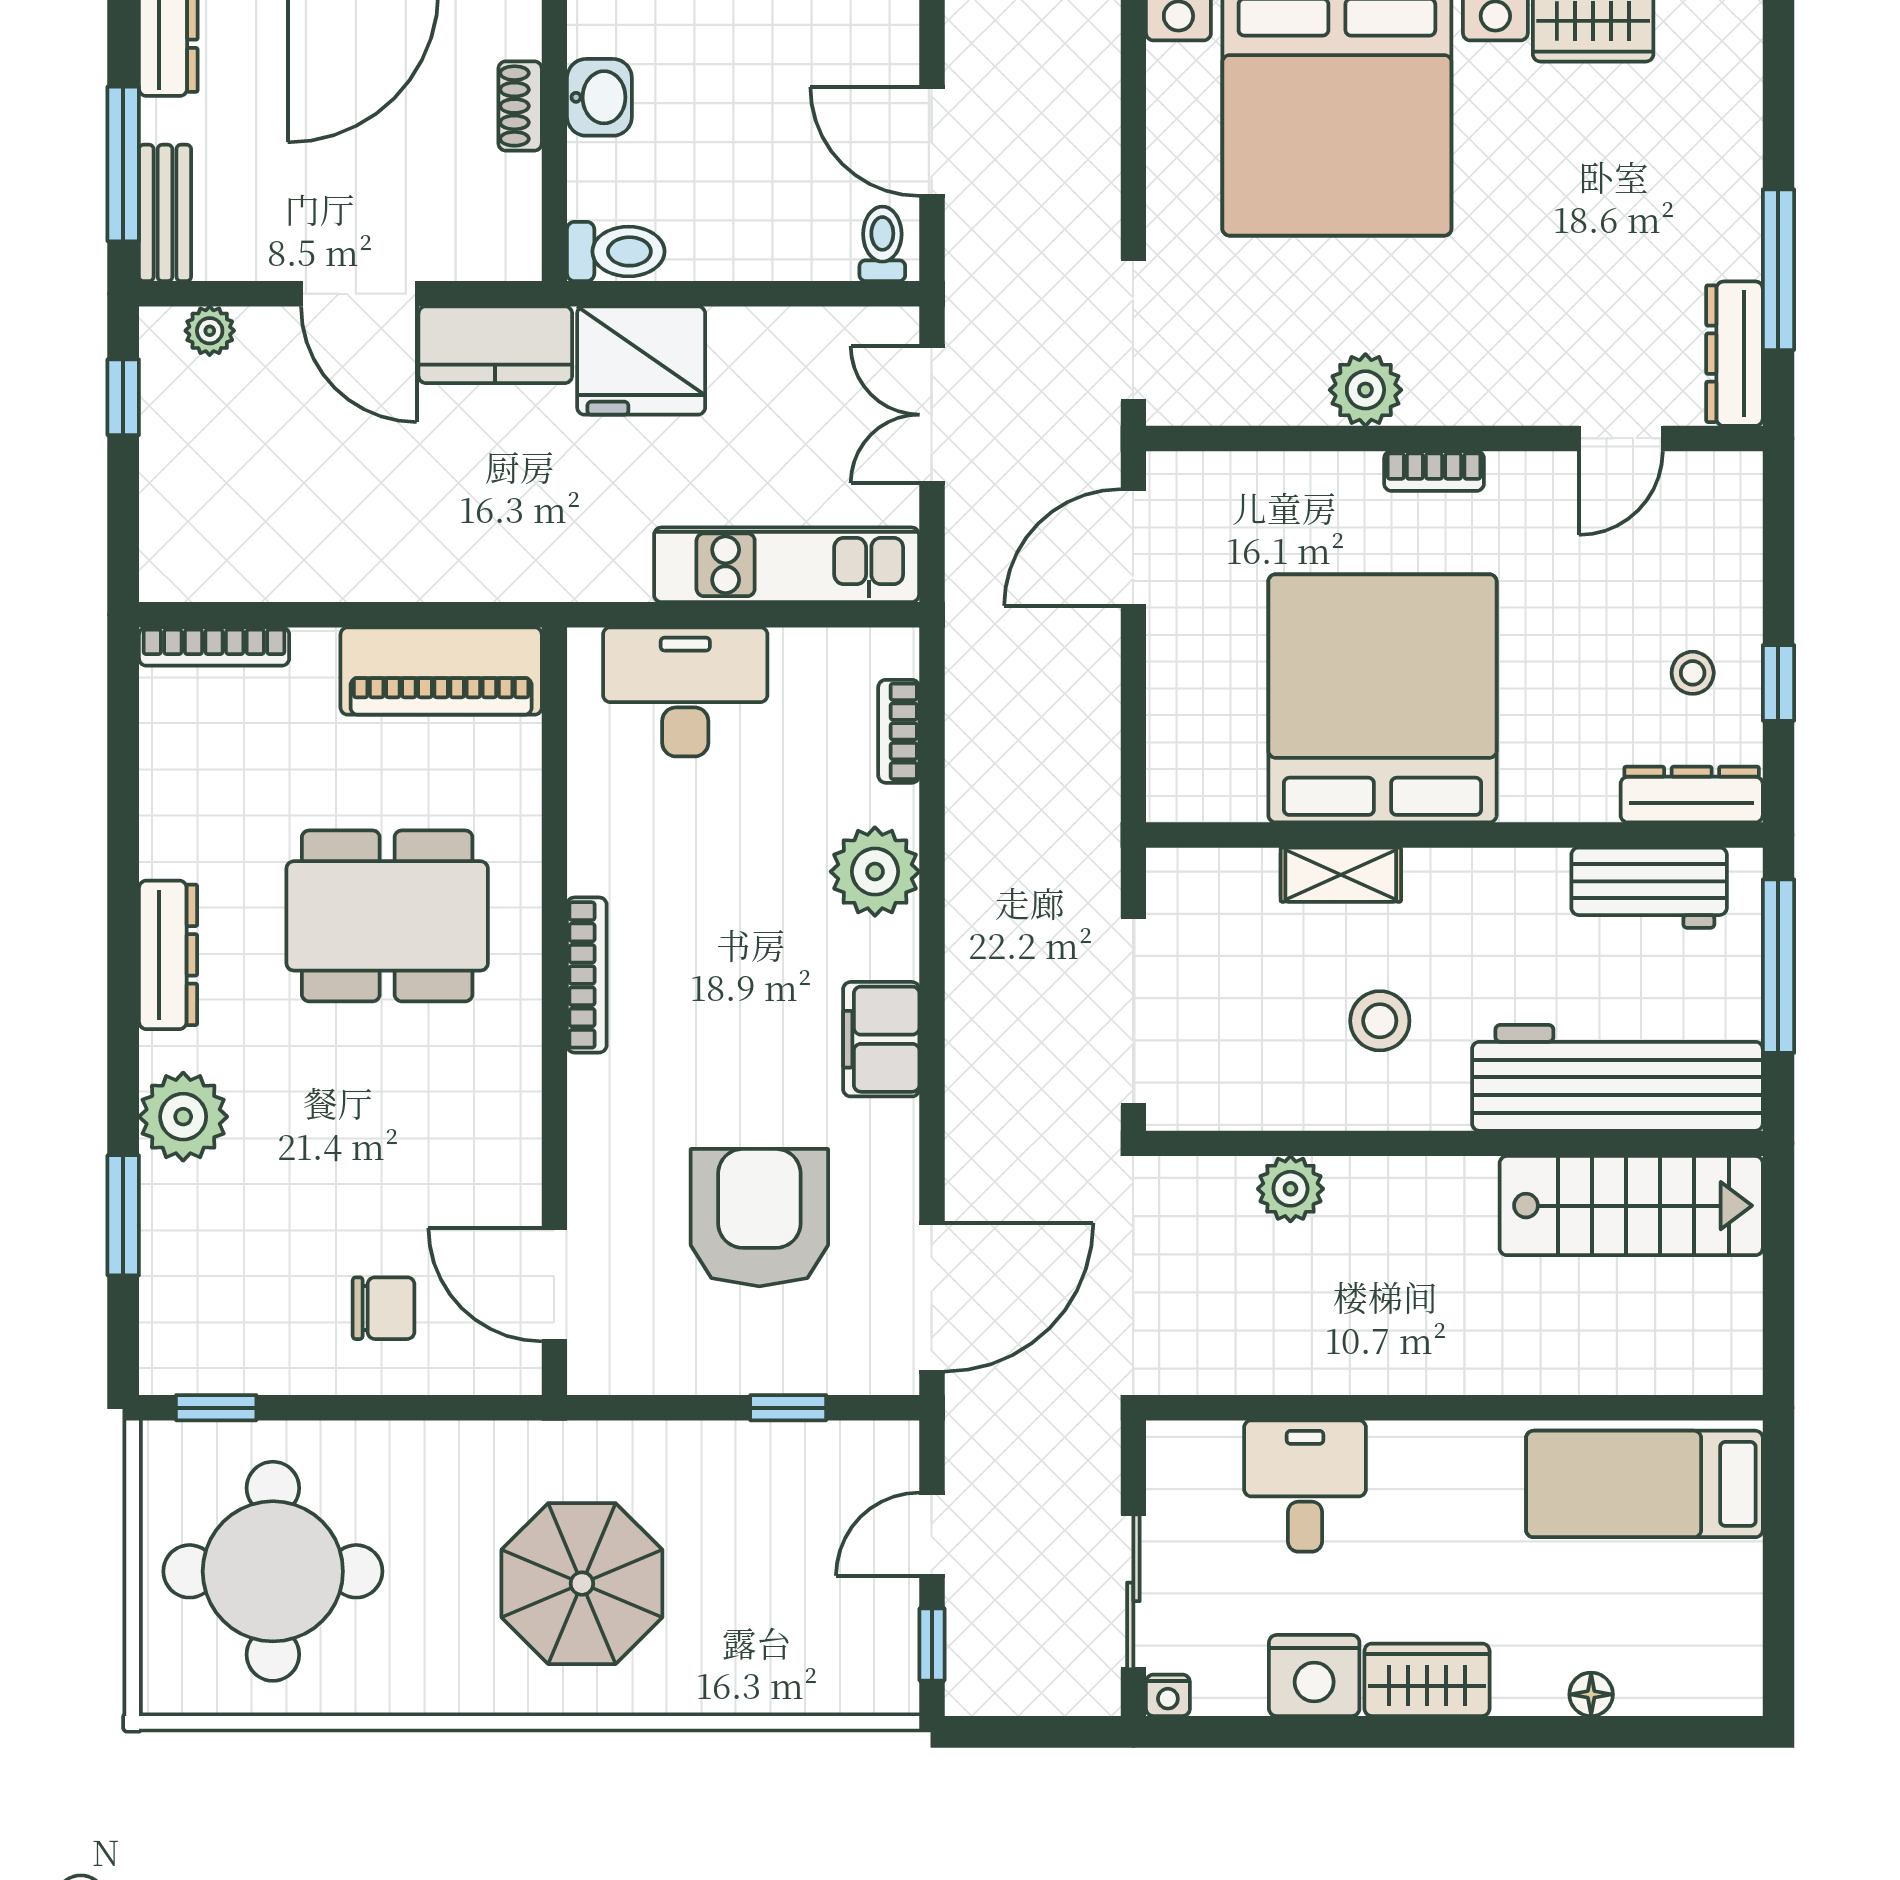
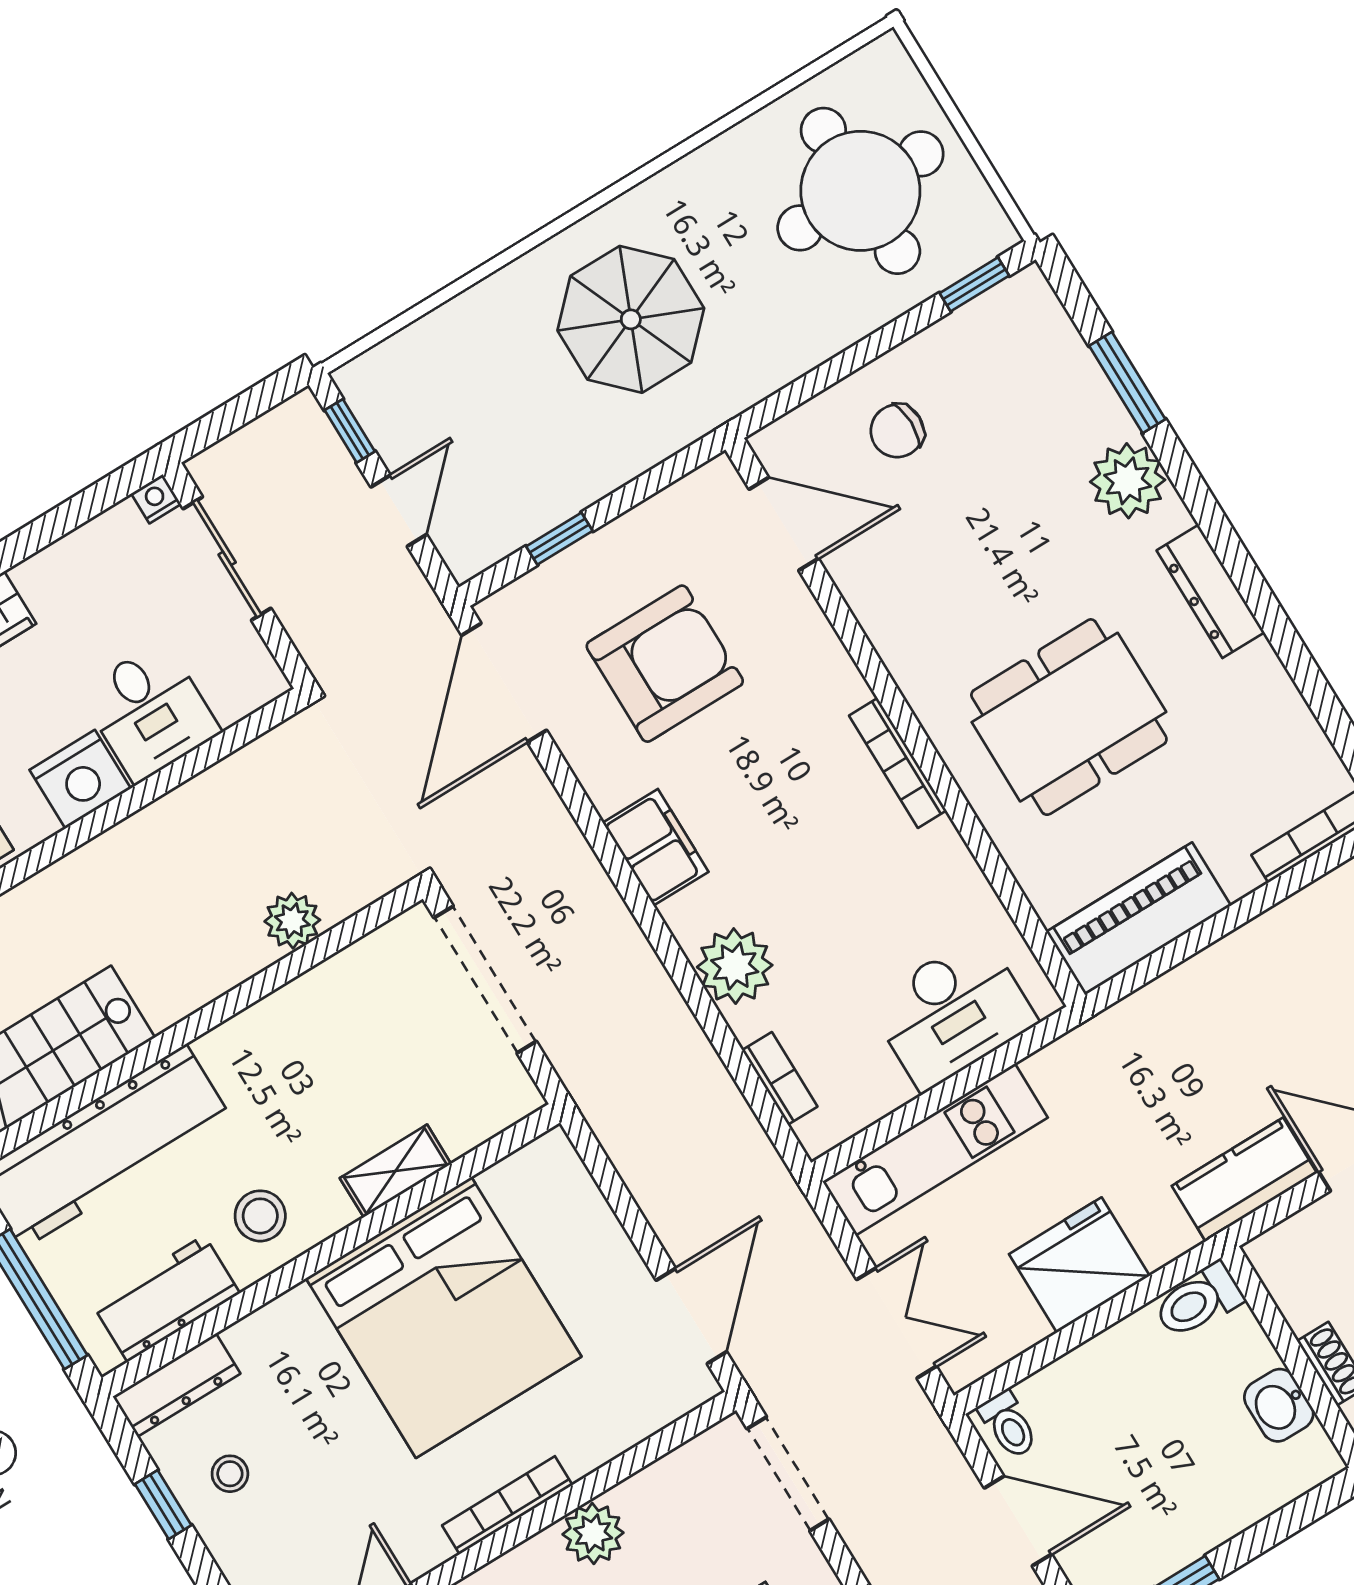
fridge: (641, 360) -> (1079, 1265), moved
bookcase: (1434, 471) -> (507, 1505), width x1.56
stool: (1380, 1021) -> (260, 1216), moved
armchair: (759, 1218) -> (665, 664), turned -90
nightstand: (1314, 1676) -> (80, 779), moved, turned 180

